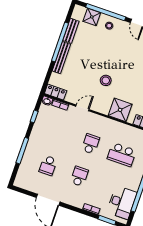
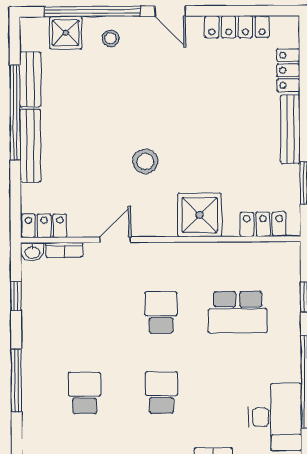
school desk: (48, 165) -> (85, 393), turned 180

